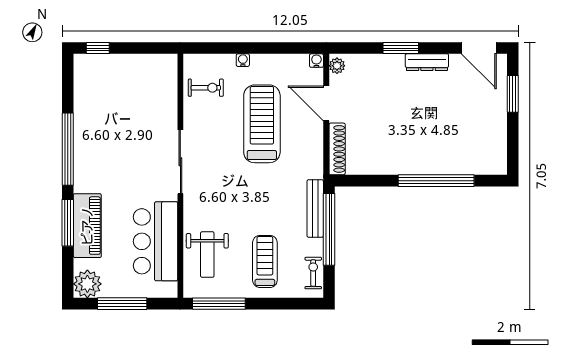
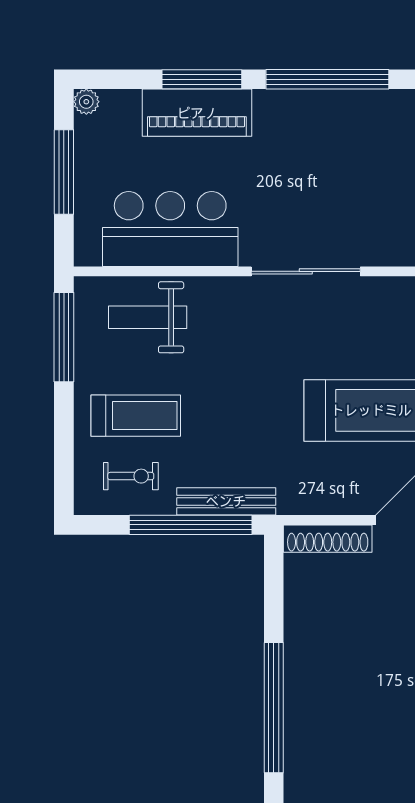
exercise bike: (313, 273) -> (131, 476), moved
plant: (87, 284) -> (86, 102), width x0.53, depth x0.53

